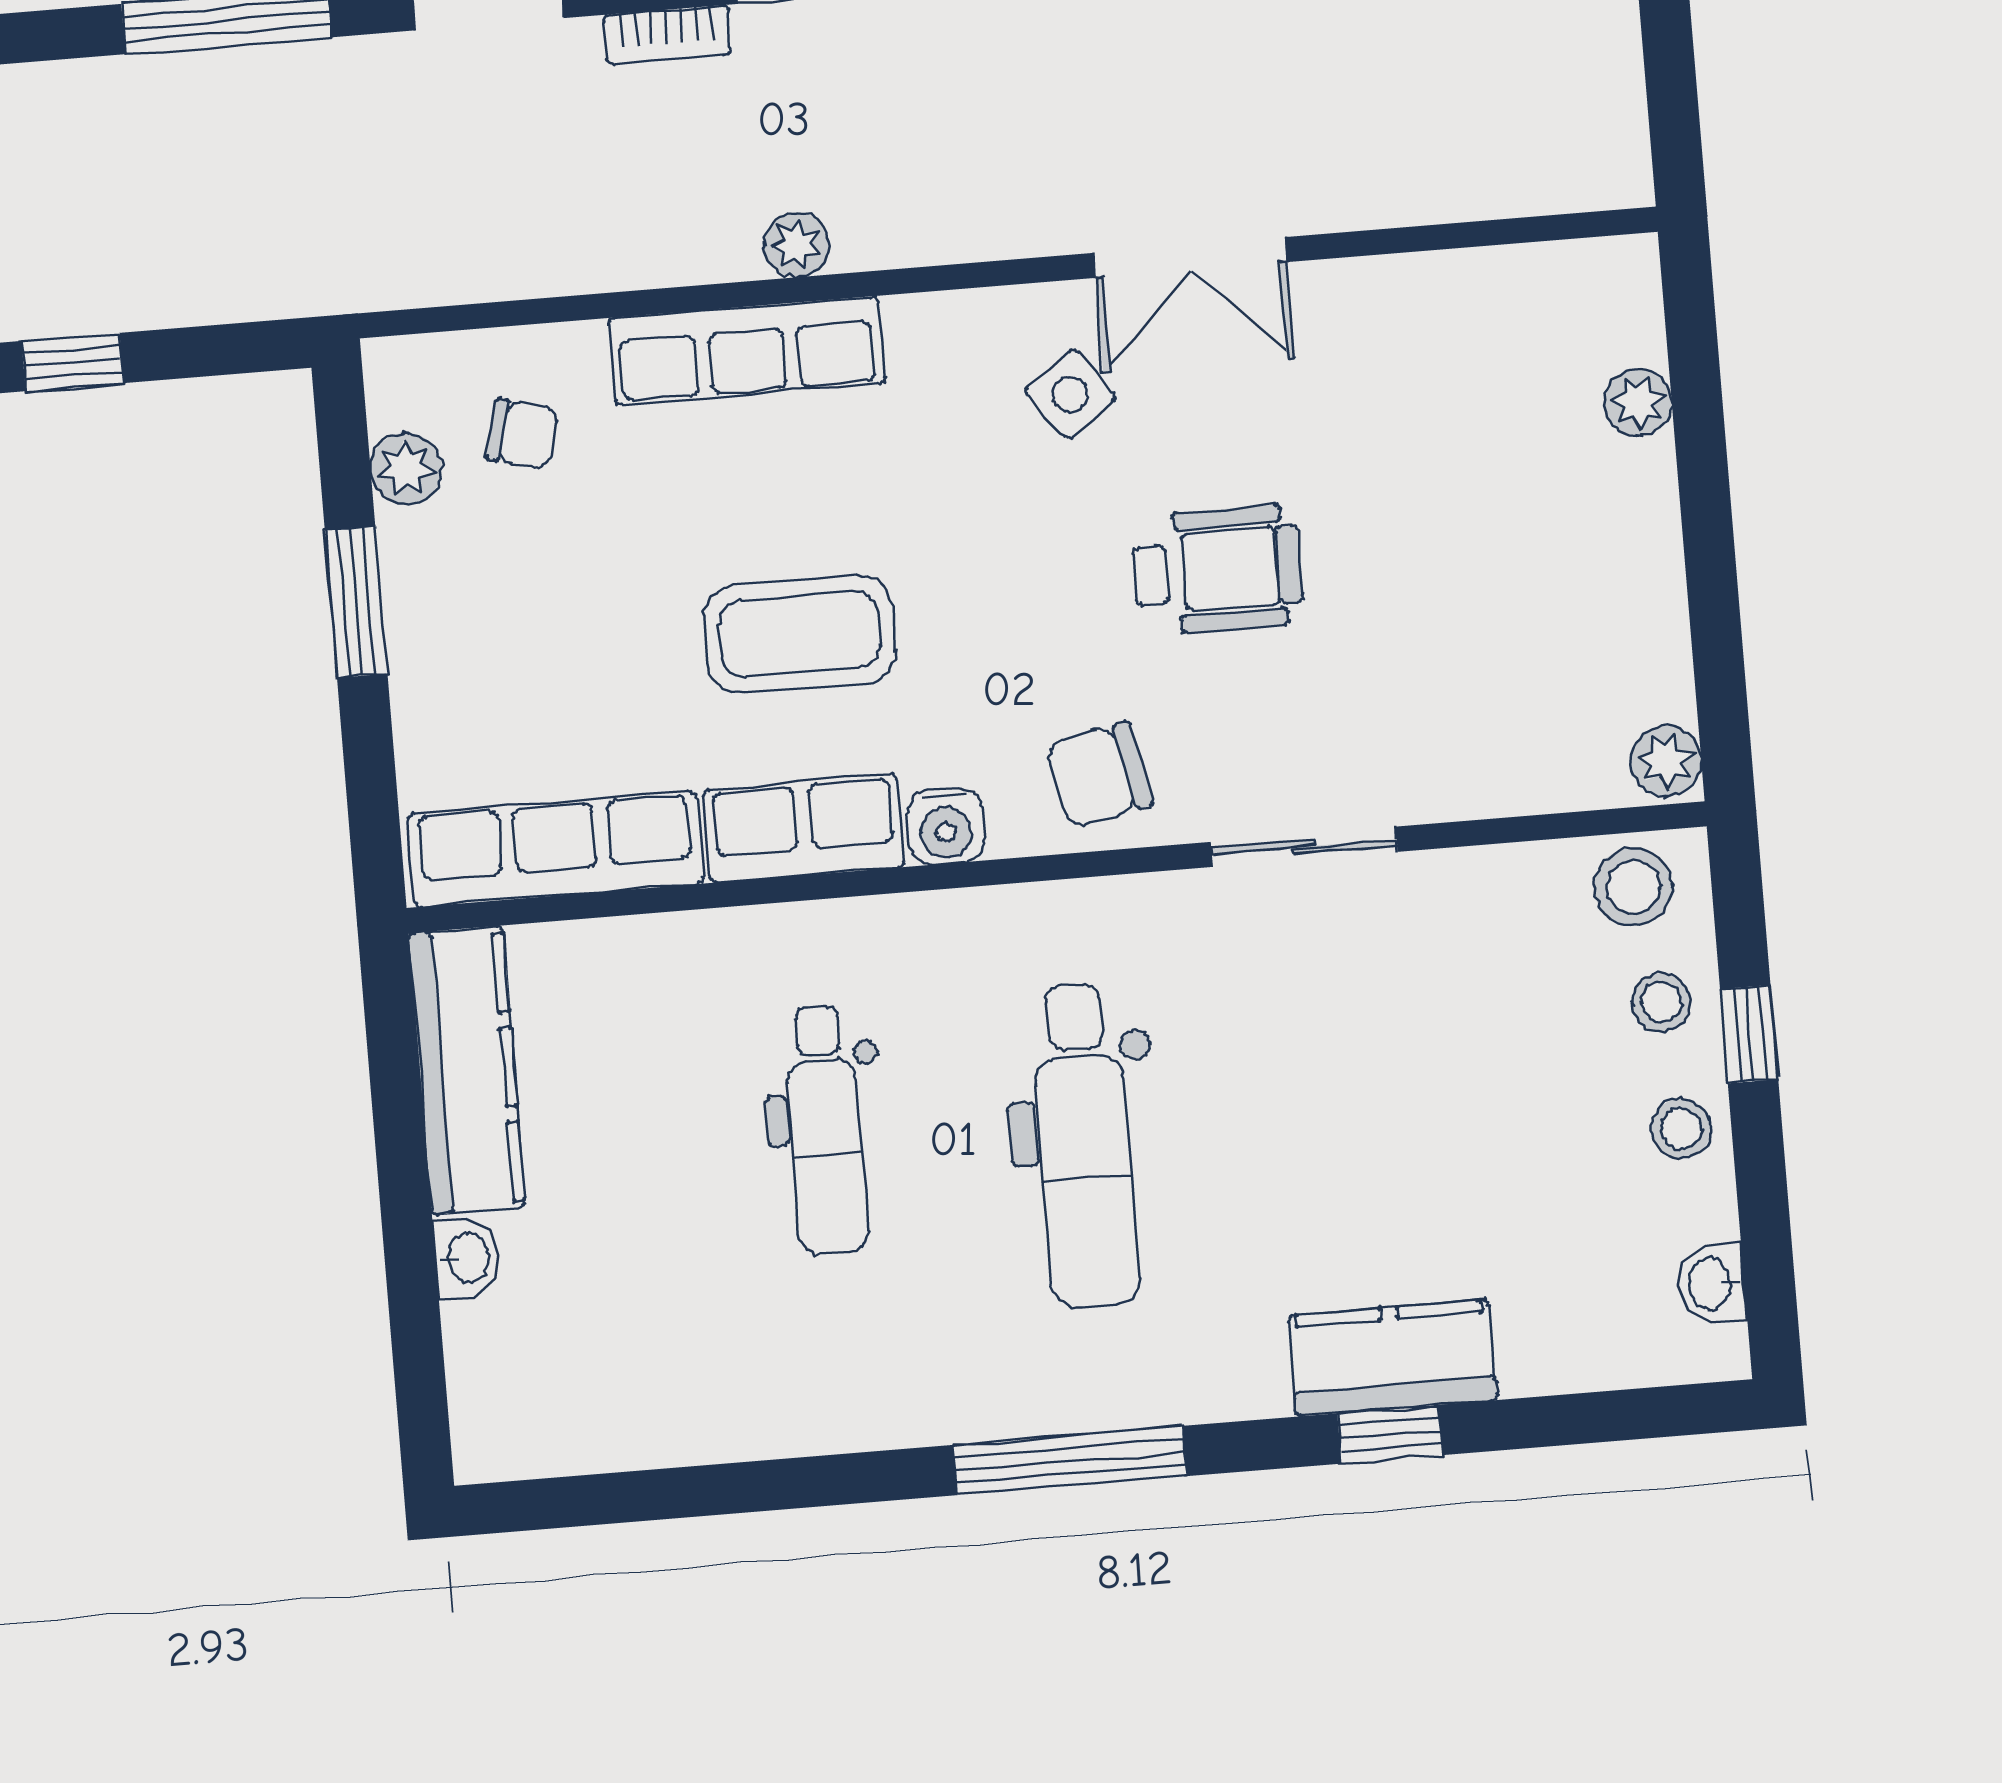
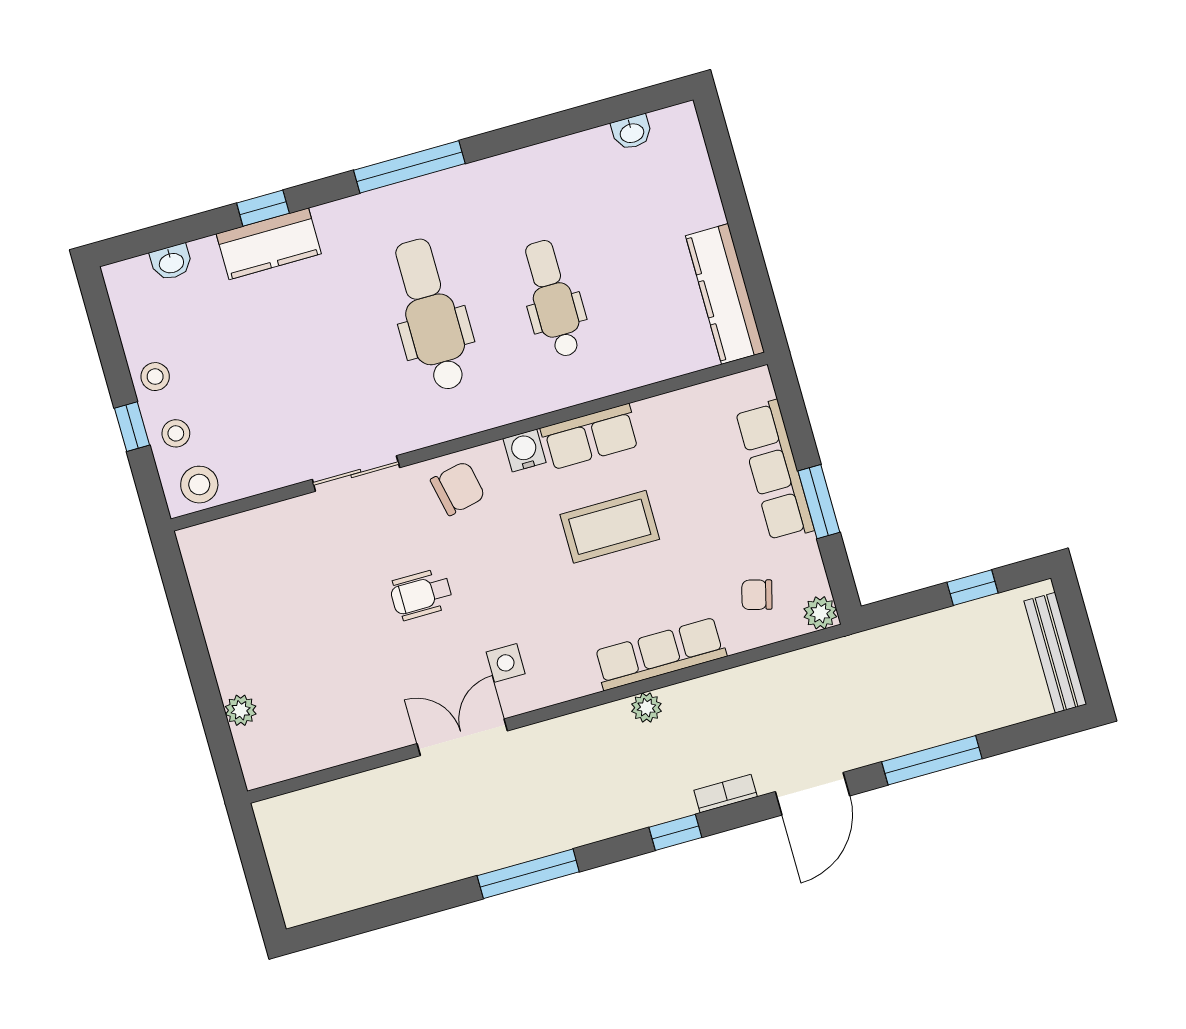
side table: (1070, 394) -> (506, 663), turned 36
plant: (406, 469) -> (820, 613), moved
wheelchair: (1217, 570) -> (421, 594), width x0.73, depth x0.73
plant: (1666, 761) -> (195, 546), removed
row of seats: (555, 849) -> (775, 471), moved, turned 90
washbasin: (467, 1258) -> (632, 132), moved, turned -90
washbasin: (1712, 1284) -> (171, 262), moved, turned 90

